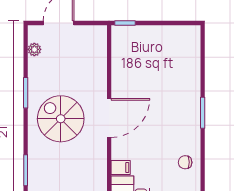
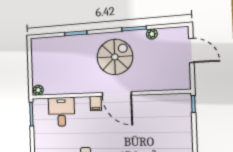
plant: (34, 49) -> (152, 34), moved
filing cabinet: (121, 167) -> (96, 103), moved

